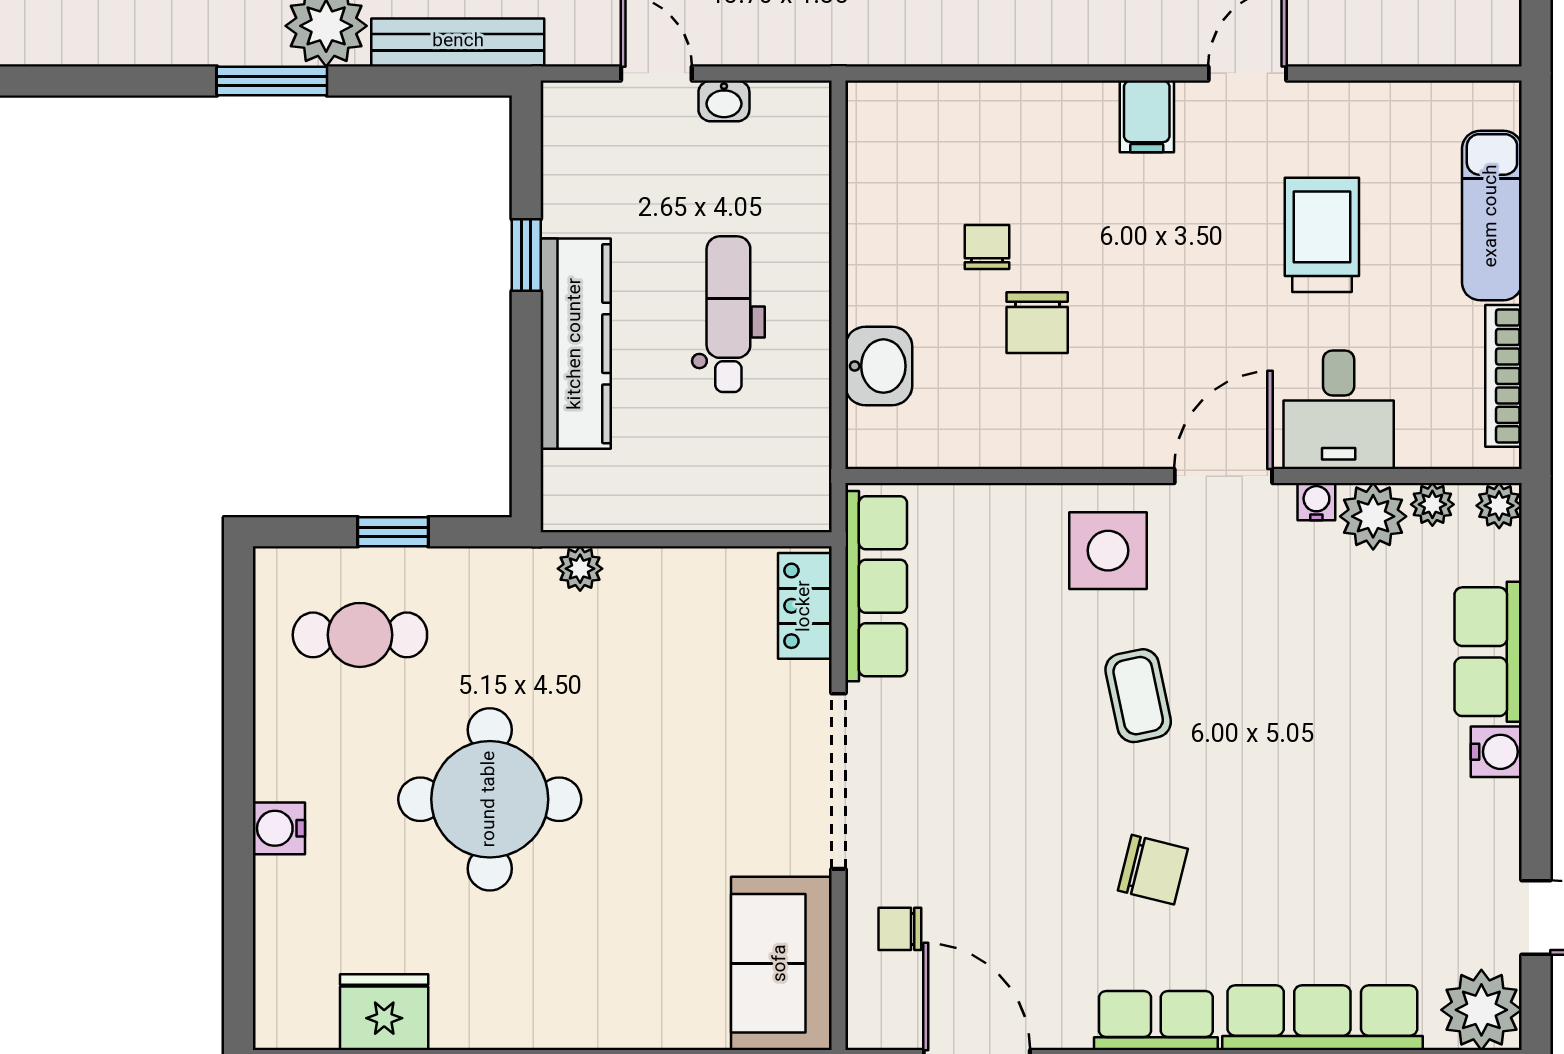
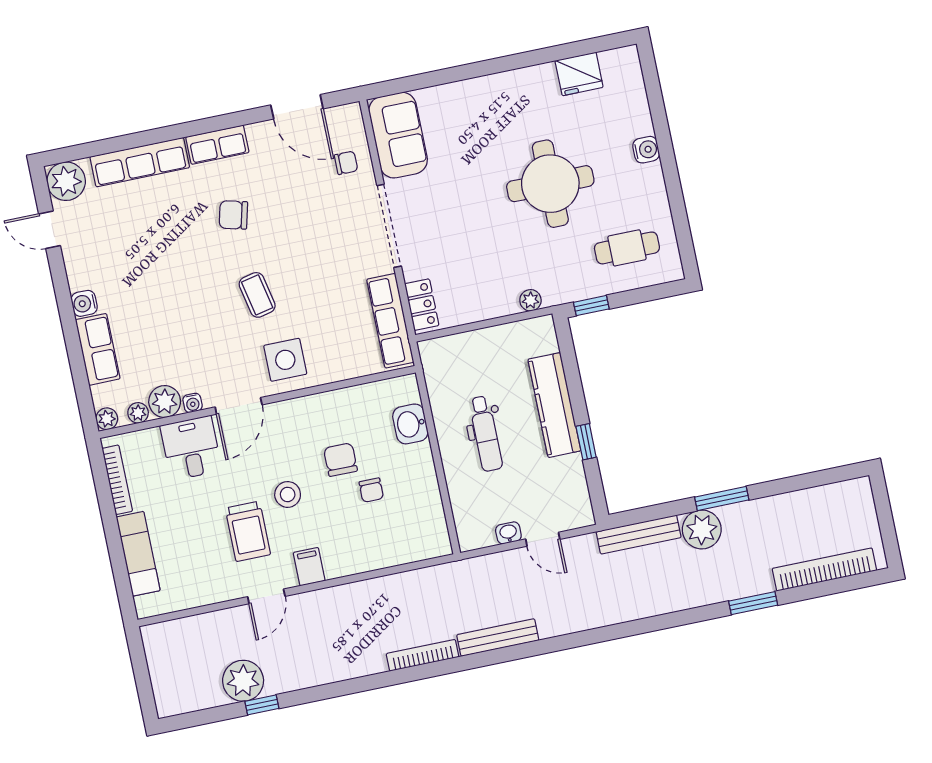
trolley: (1322, 235) -> (248, 531), moved
stool: (1160, 274) -> (288, 494), added
window: (393, 532) -> (591, 306), moved

